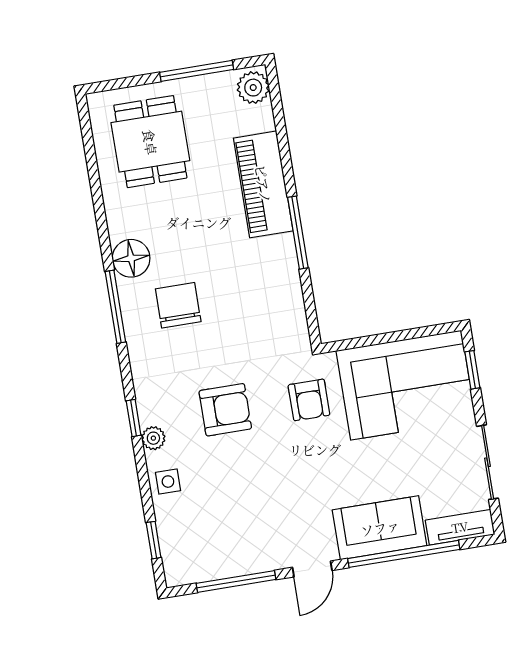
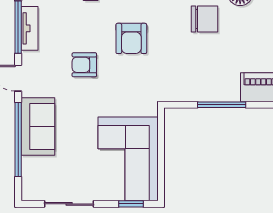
window: (298, 233) -> (222, 105), moved
armchair: (309, 400) -> (84, 65), moved
tv unit: (460, 527) -> (30, 28), moved

